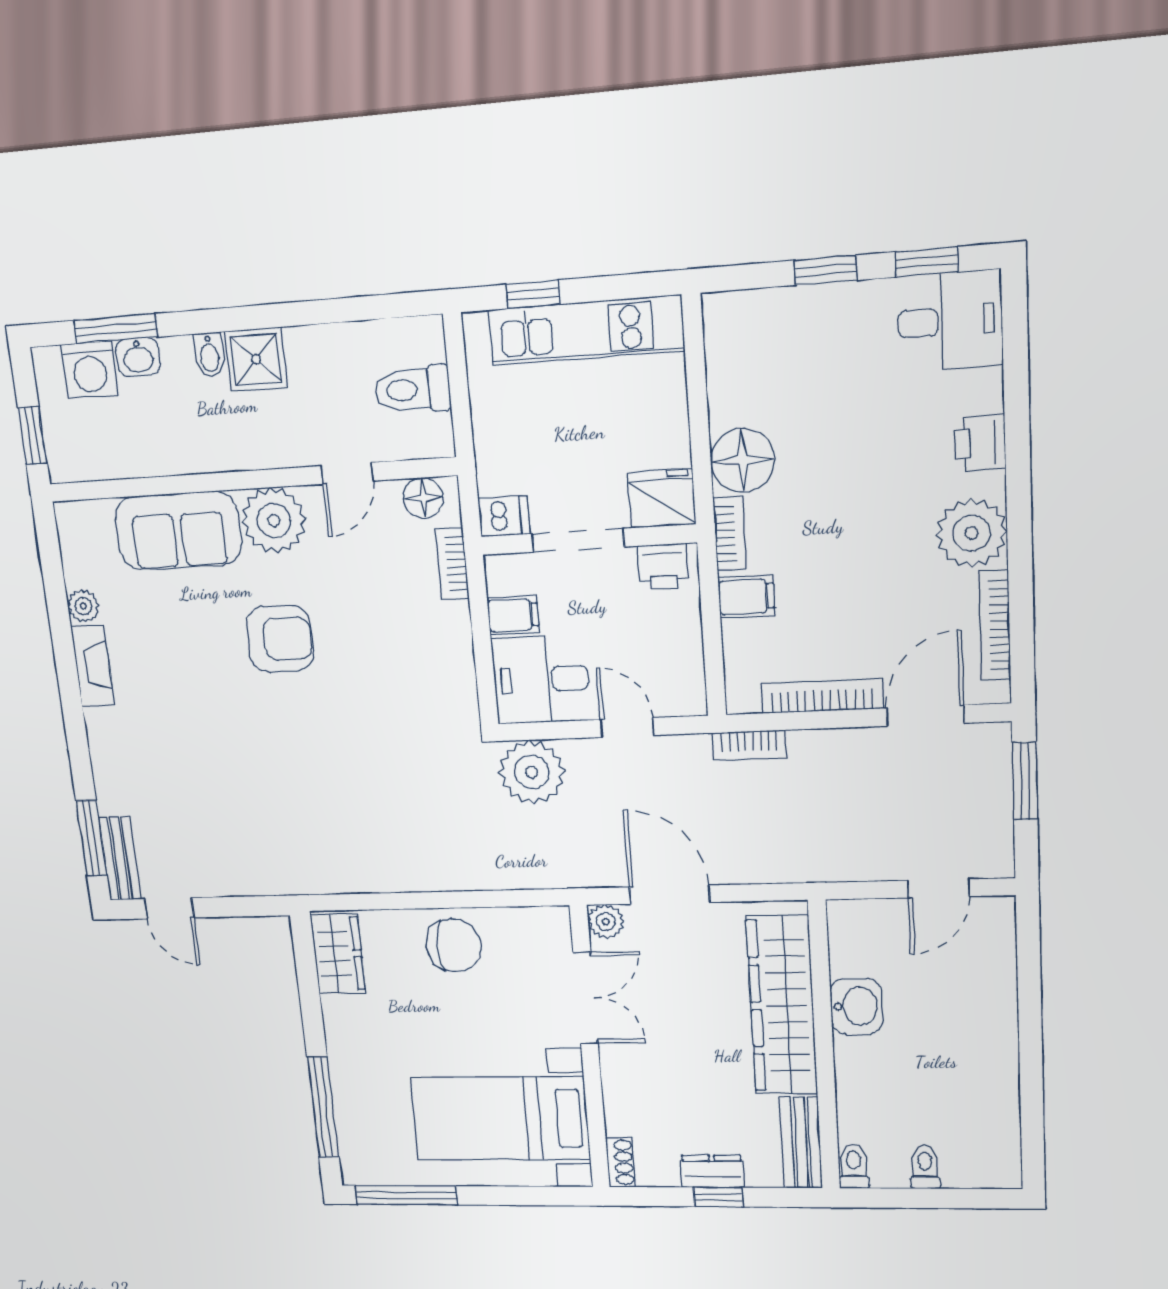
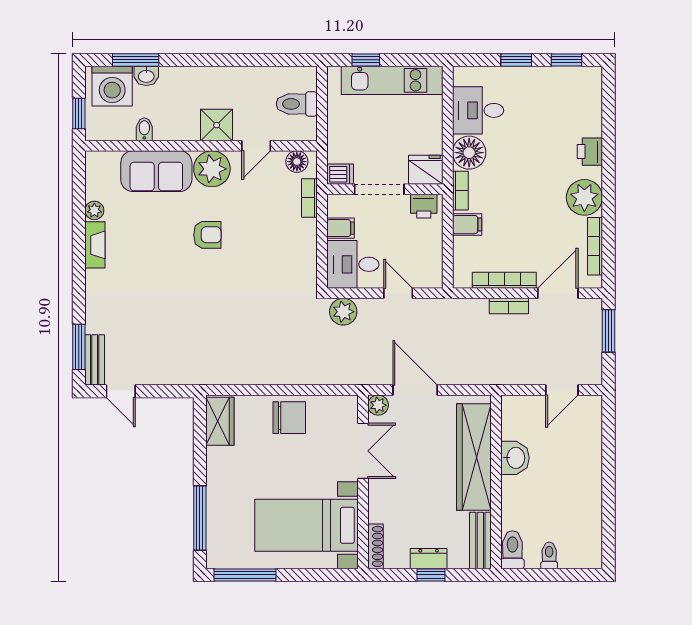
desk: (950, 321) -> (478, 110), moved, turned 180
bidet: (209, 355) -> (144, 129), moved, turned 180
shower: (256, 359) -> (217, 125), moved
washing machine: (90, 370) -> (112, 86), width x1.37, depth x1.37
armchair: (280, 639) -> (207, 235), width x0.72, depth x0.72
bookcase: (749, 745) -> (509, 306), moved
plant: (532, 772) -> (343, 312), width x0.73, depth x0.73
shoe rack: (620, 1162) -> (376, 546), width x1.43
toilet: (854, 1166) -> (512, 550), width x1.37, depth x1.39

